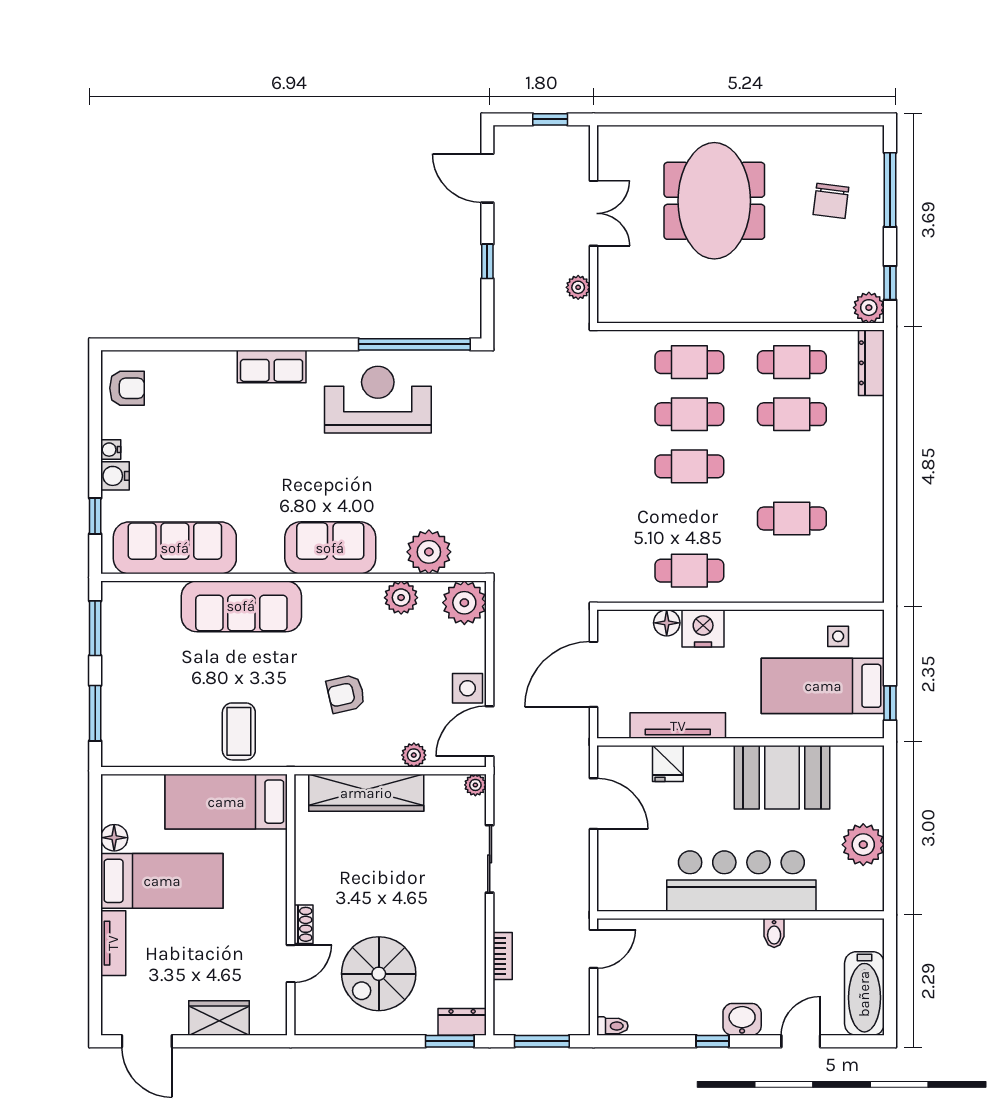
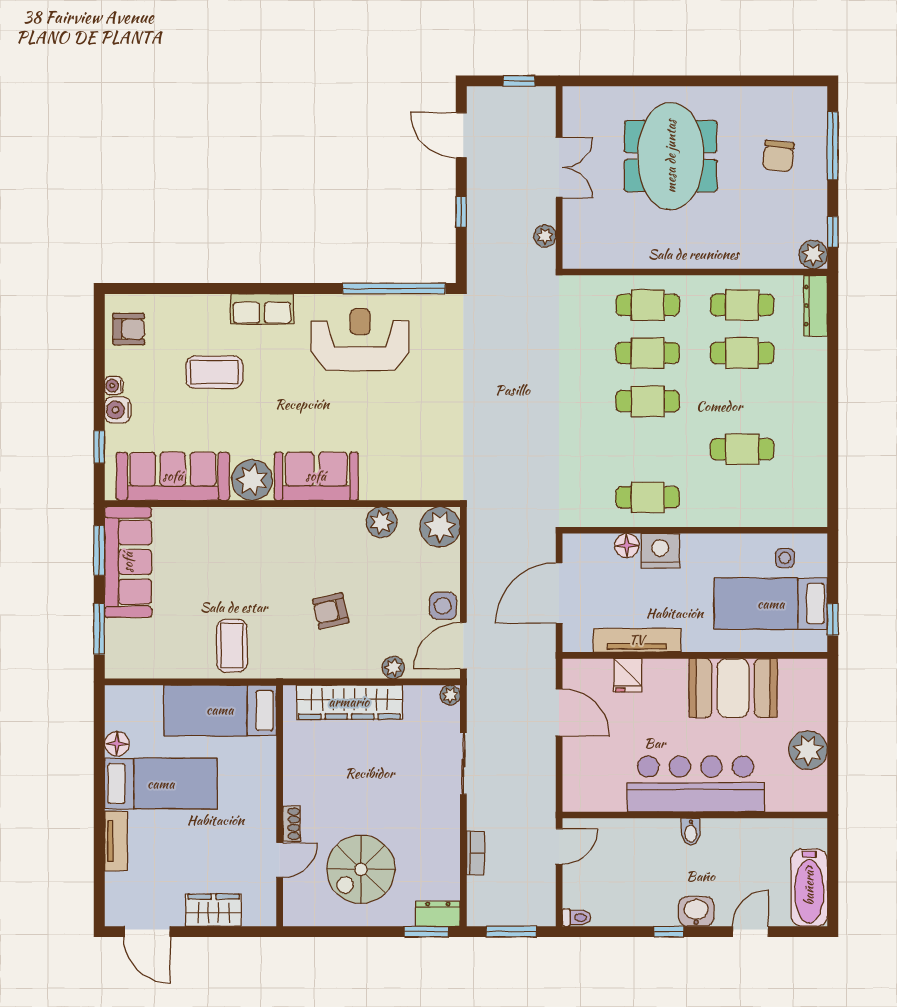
coffee table: (220, 435) -> (214, 372), added
plant: (429, 552) -> (252, 480), moved
sofa: (241, 606) -> (128, 562), moved, turned -90
bidet: (774, 933) -> (691, 832), moved

